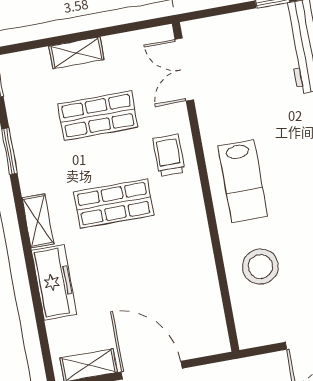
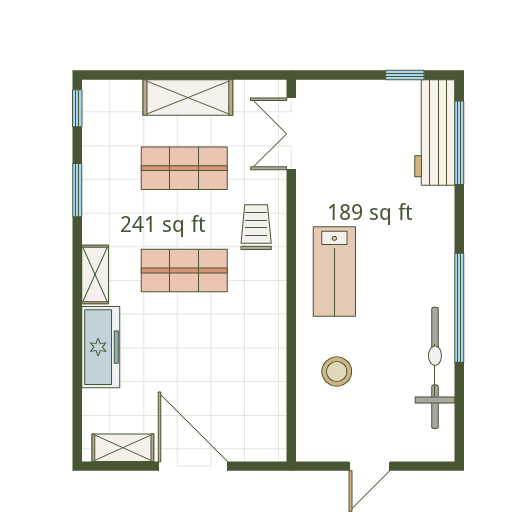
shelving: (76, 53) -> (188, 97), width x1.50, depth x1.33
stool: (260, 266) -> (337, 371), width x0.73, depth x0.73

